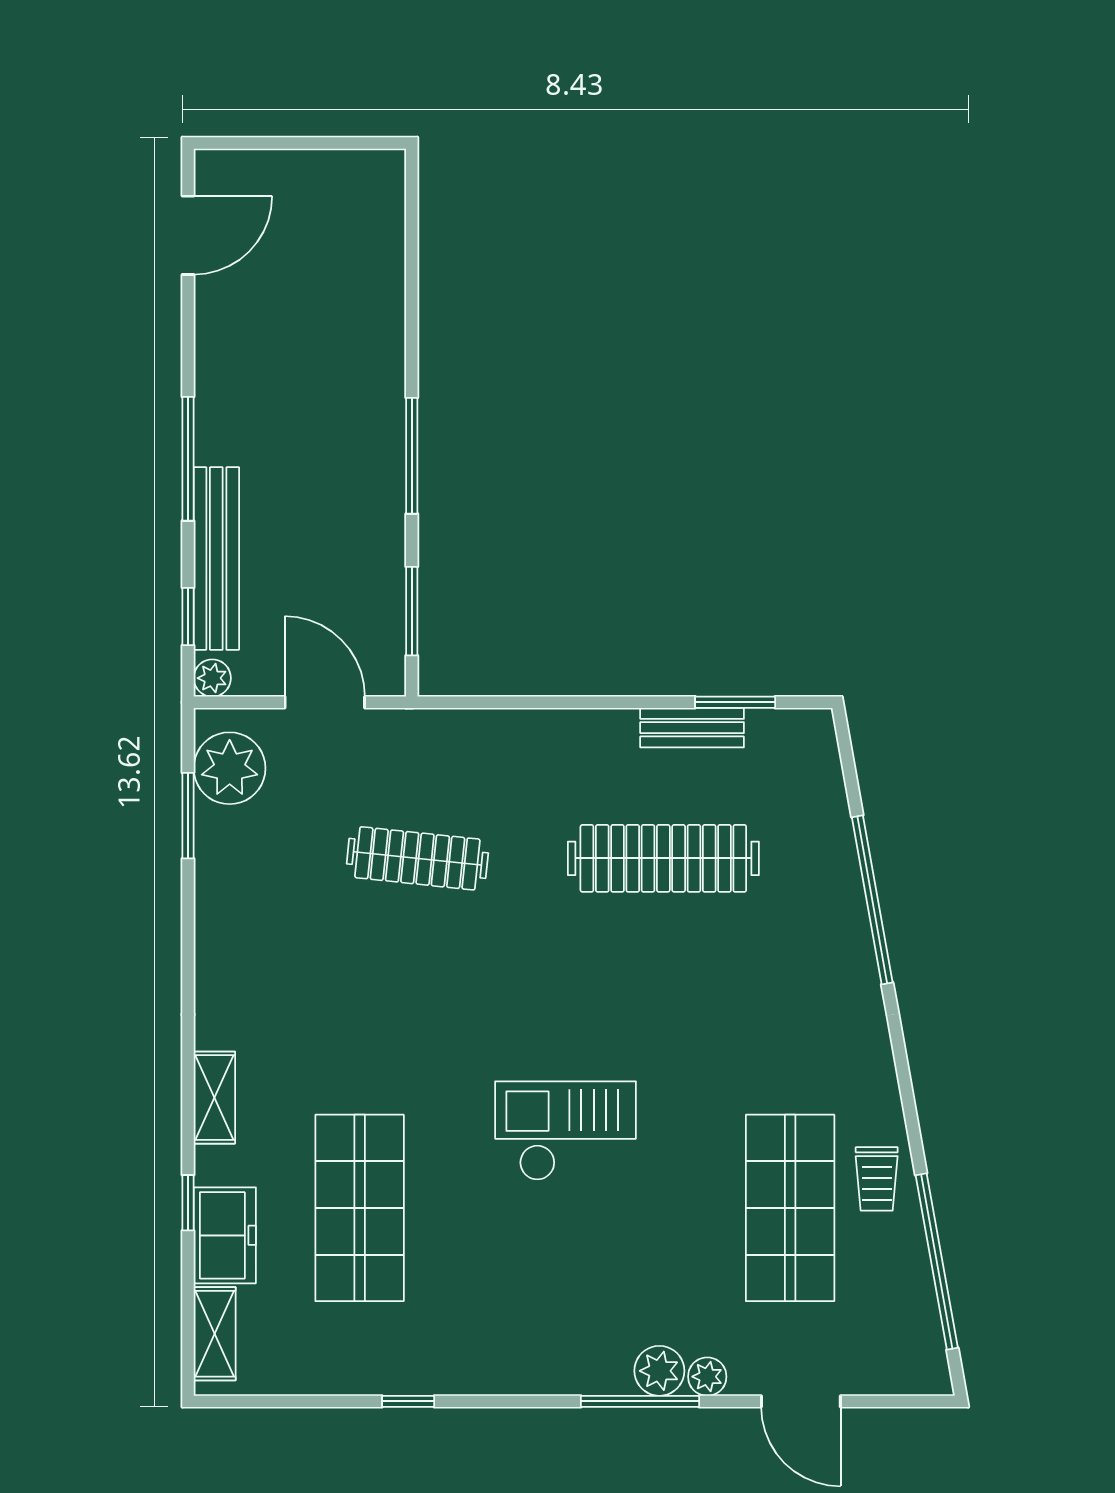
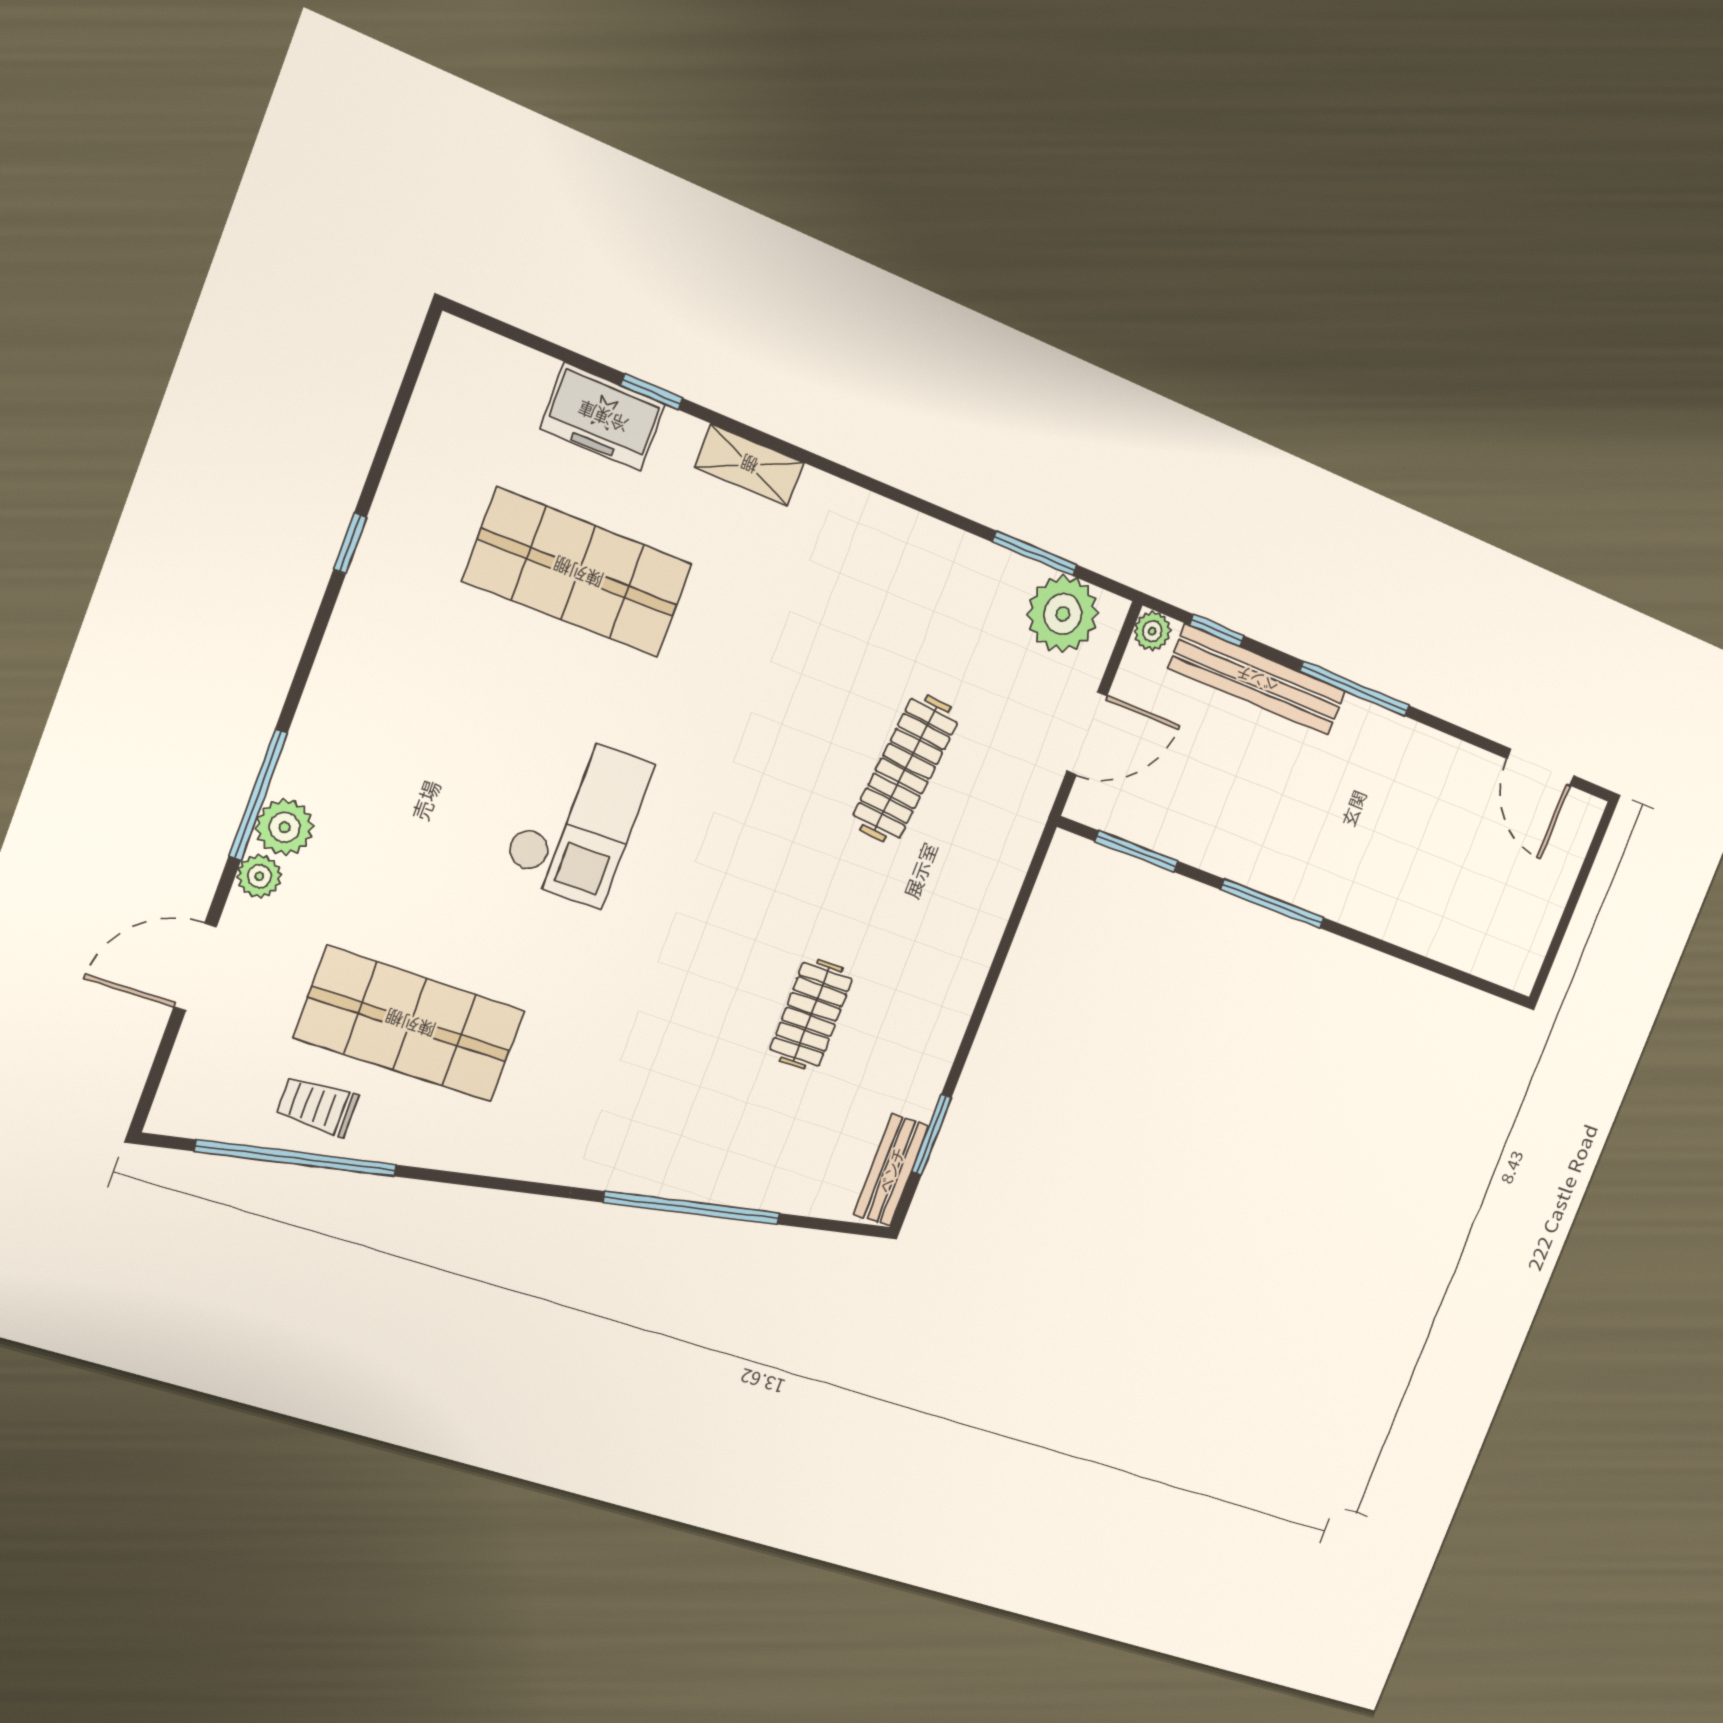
bench: (692, 728) -> (891, 1170), moved
clothes rail: (663, 858) -> (811, 1014), width x0.54, depth x0.76
trolley: (877, 1179) -> (317, 1106), moved
shelving: (215, 1334) -> (502, 362), removed

